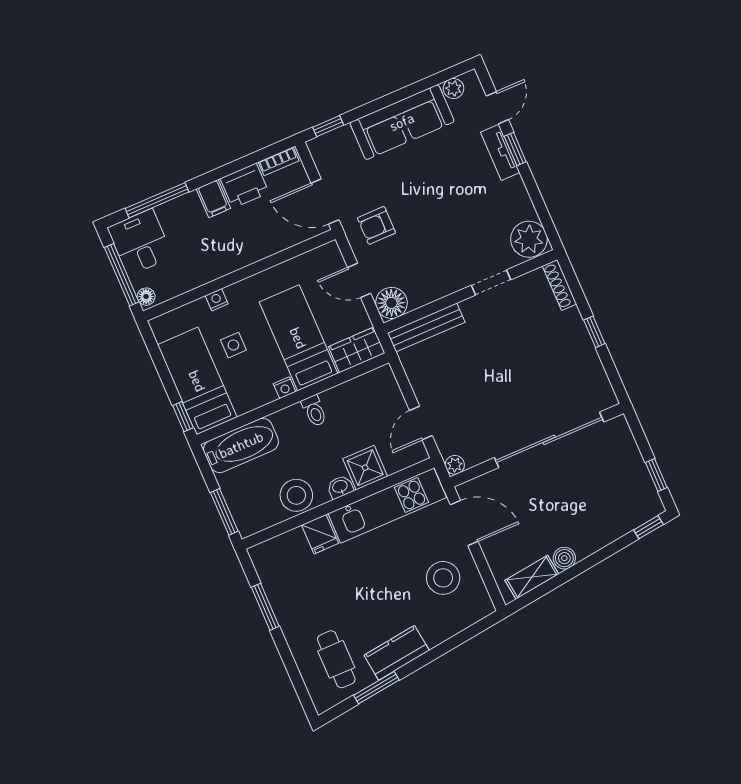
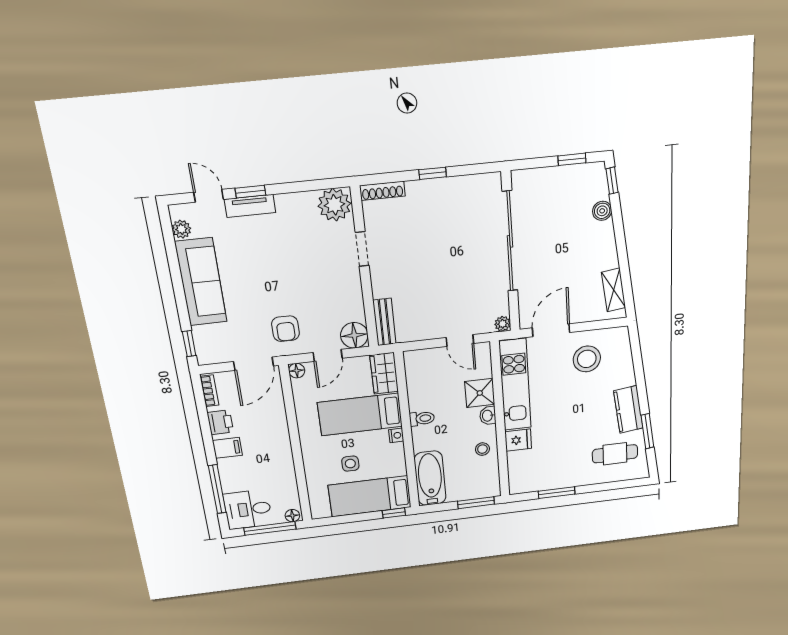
printer: (245, 186) -> (220, 422), width x0.73, depth x0.81
floor lamp: (331, 251) -> (297, 371), added
nightstand: (217, 300) -> (310, 466), removed
bench: (426, 328) -> (384, 322), width x0.73
stool: (296, 495) -> (482, 449), width x0.53, depth x0.53
boiler: (564, 558) -> (602, 211), moved

